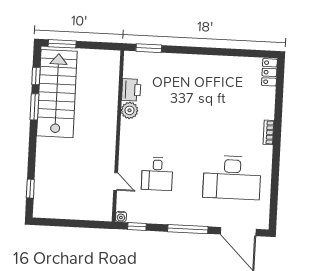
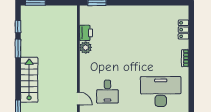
locker: (269, 72) -> (183, 30), moved
stairs: (57, 94) -> (29, 80), moved, width x0.73, depth x0.66
desk: (232, 178) -> (161, 92), turned 180

